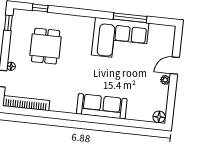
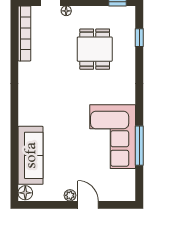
dining table: (46, 46) -> (95, 49), turned 90
sofa: (102, 106) -> (31, 155), moved

